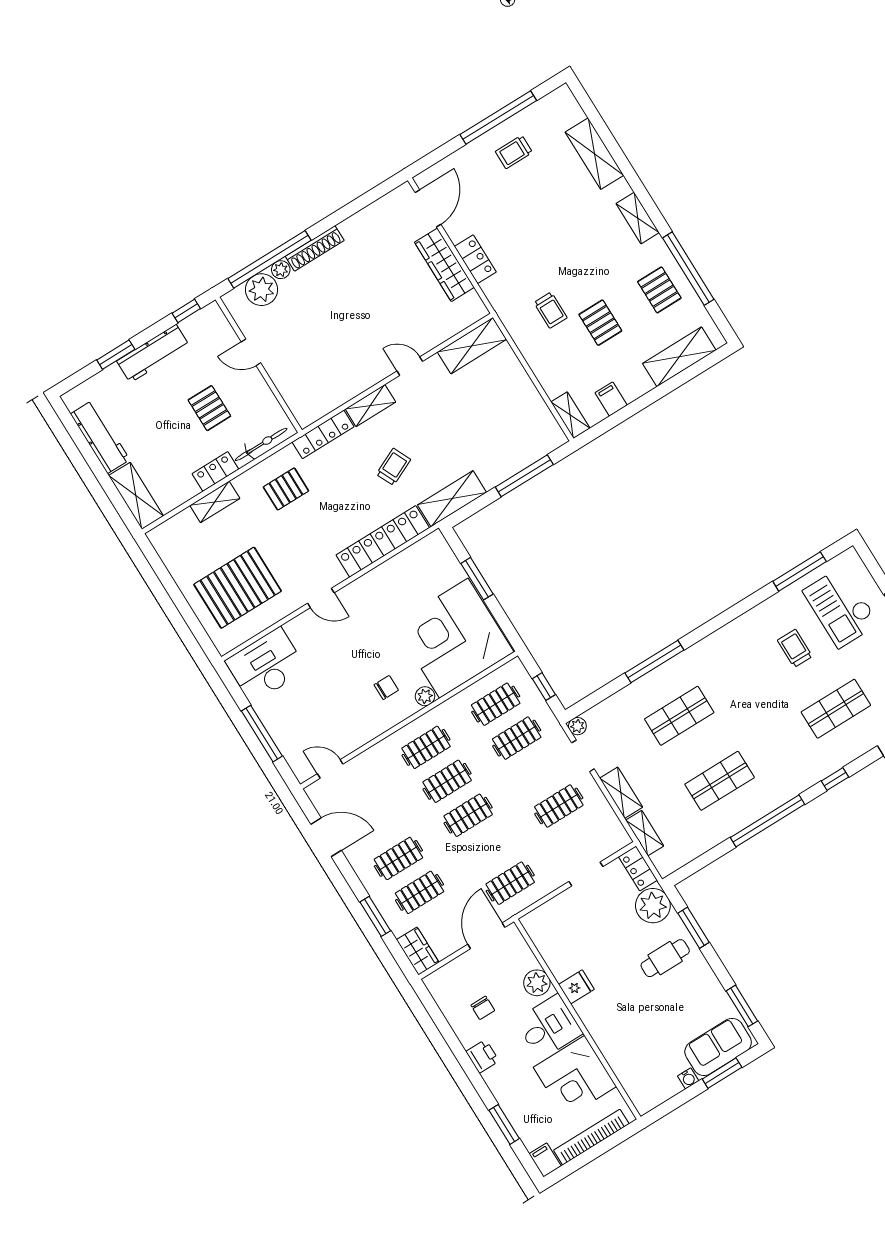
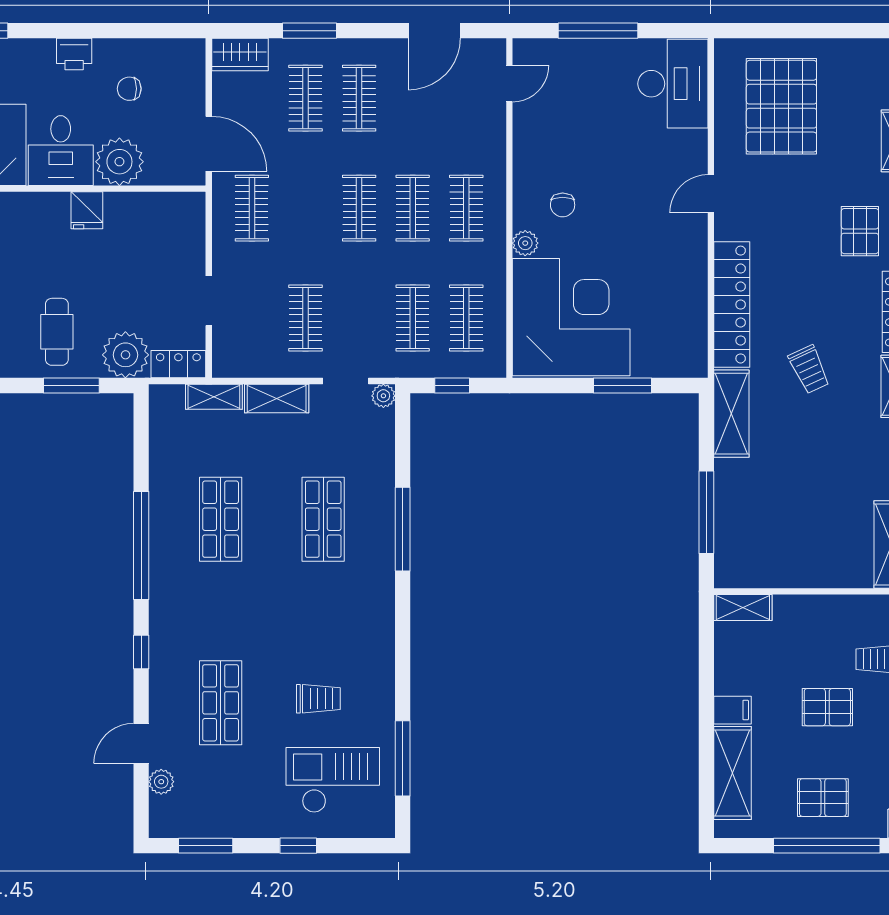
filing cabinet: (611, 399) -> (733, 710), moved
plant: (537, 983) -> (119, 162), width x1.36, depth x1.36

